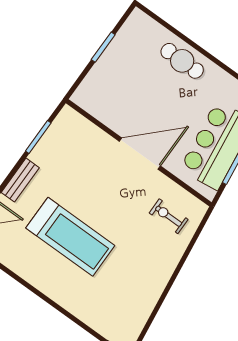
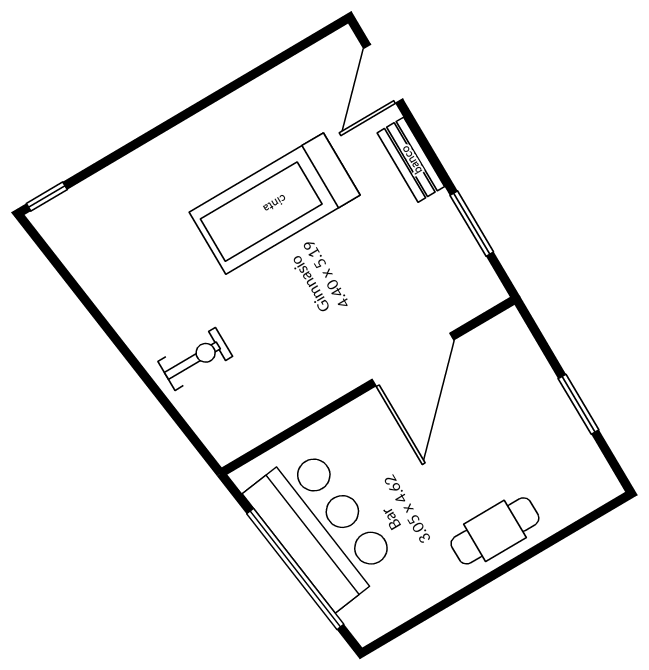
door: (140, 154) -> (413, 360), moved
exercise bike: (169, 216) -> (195, 359), moved

